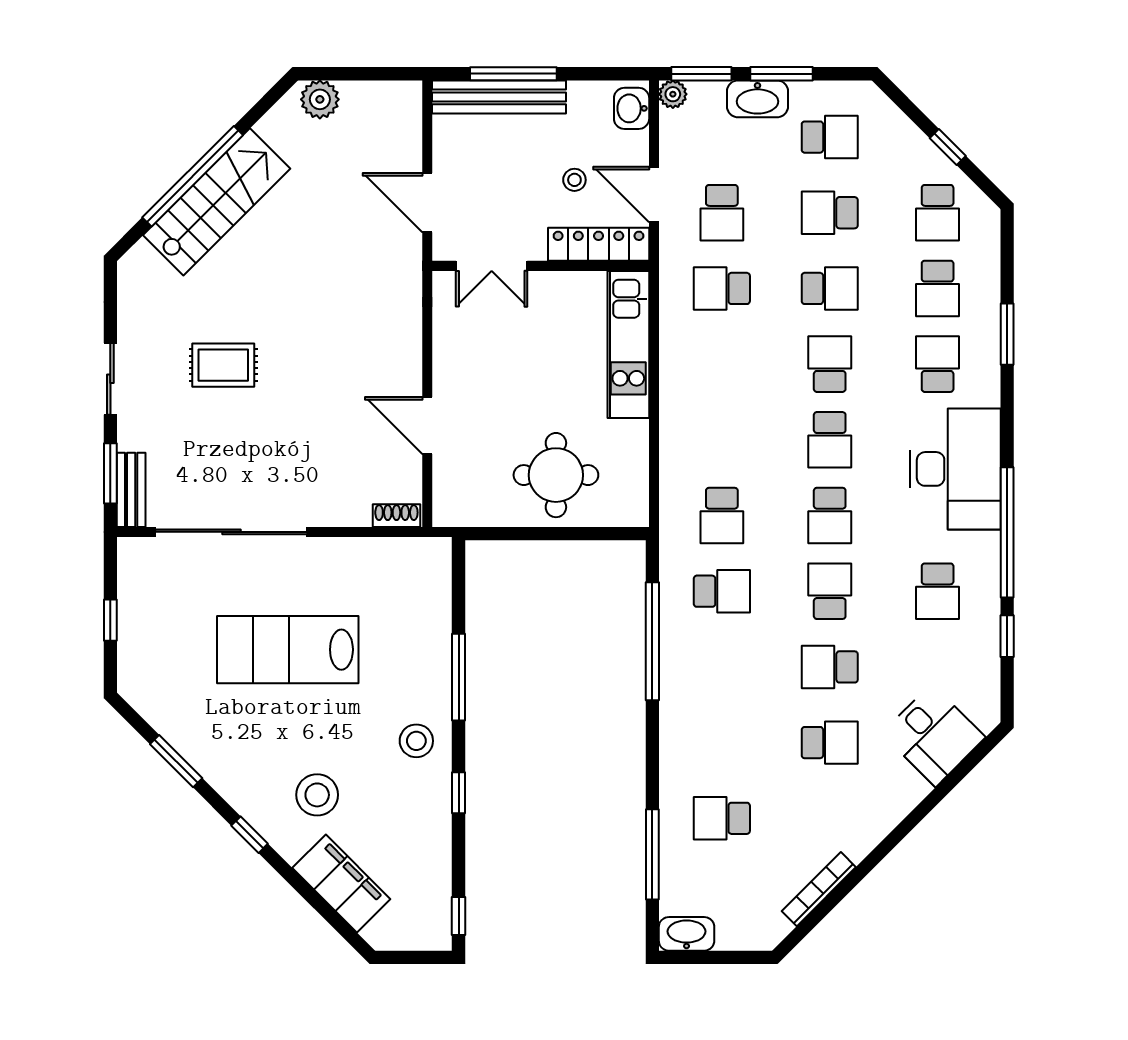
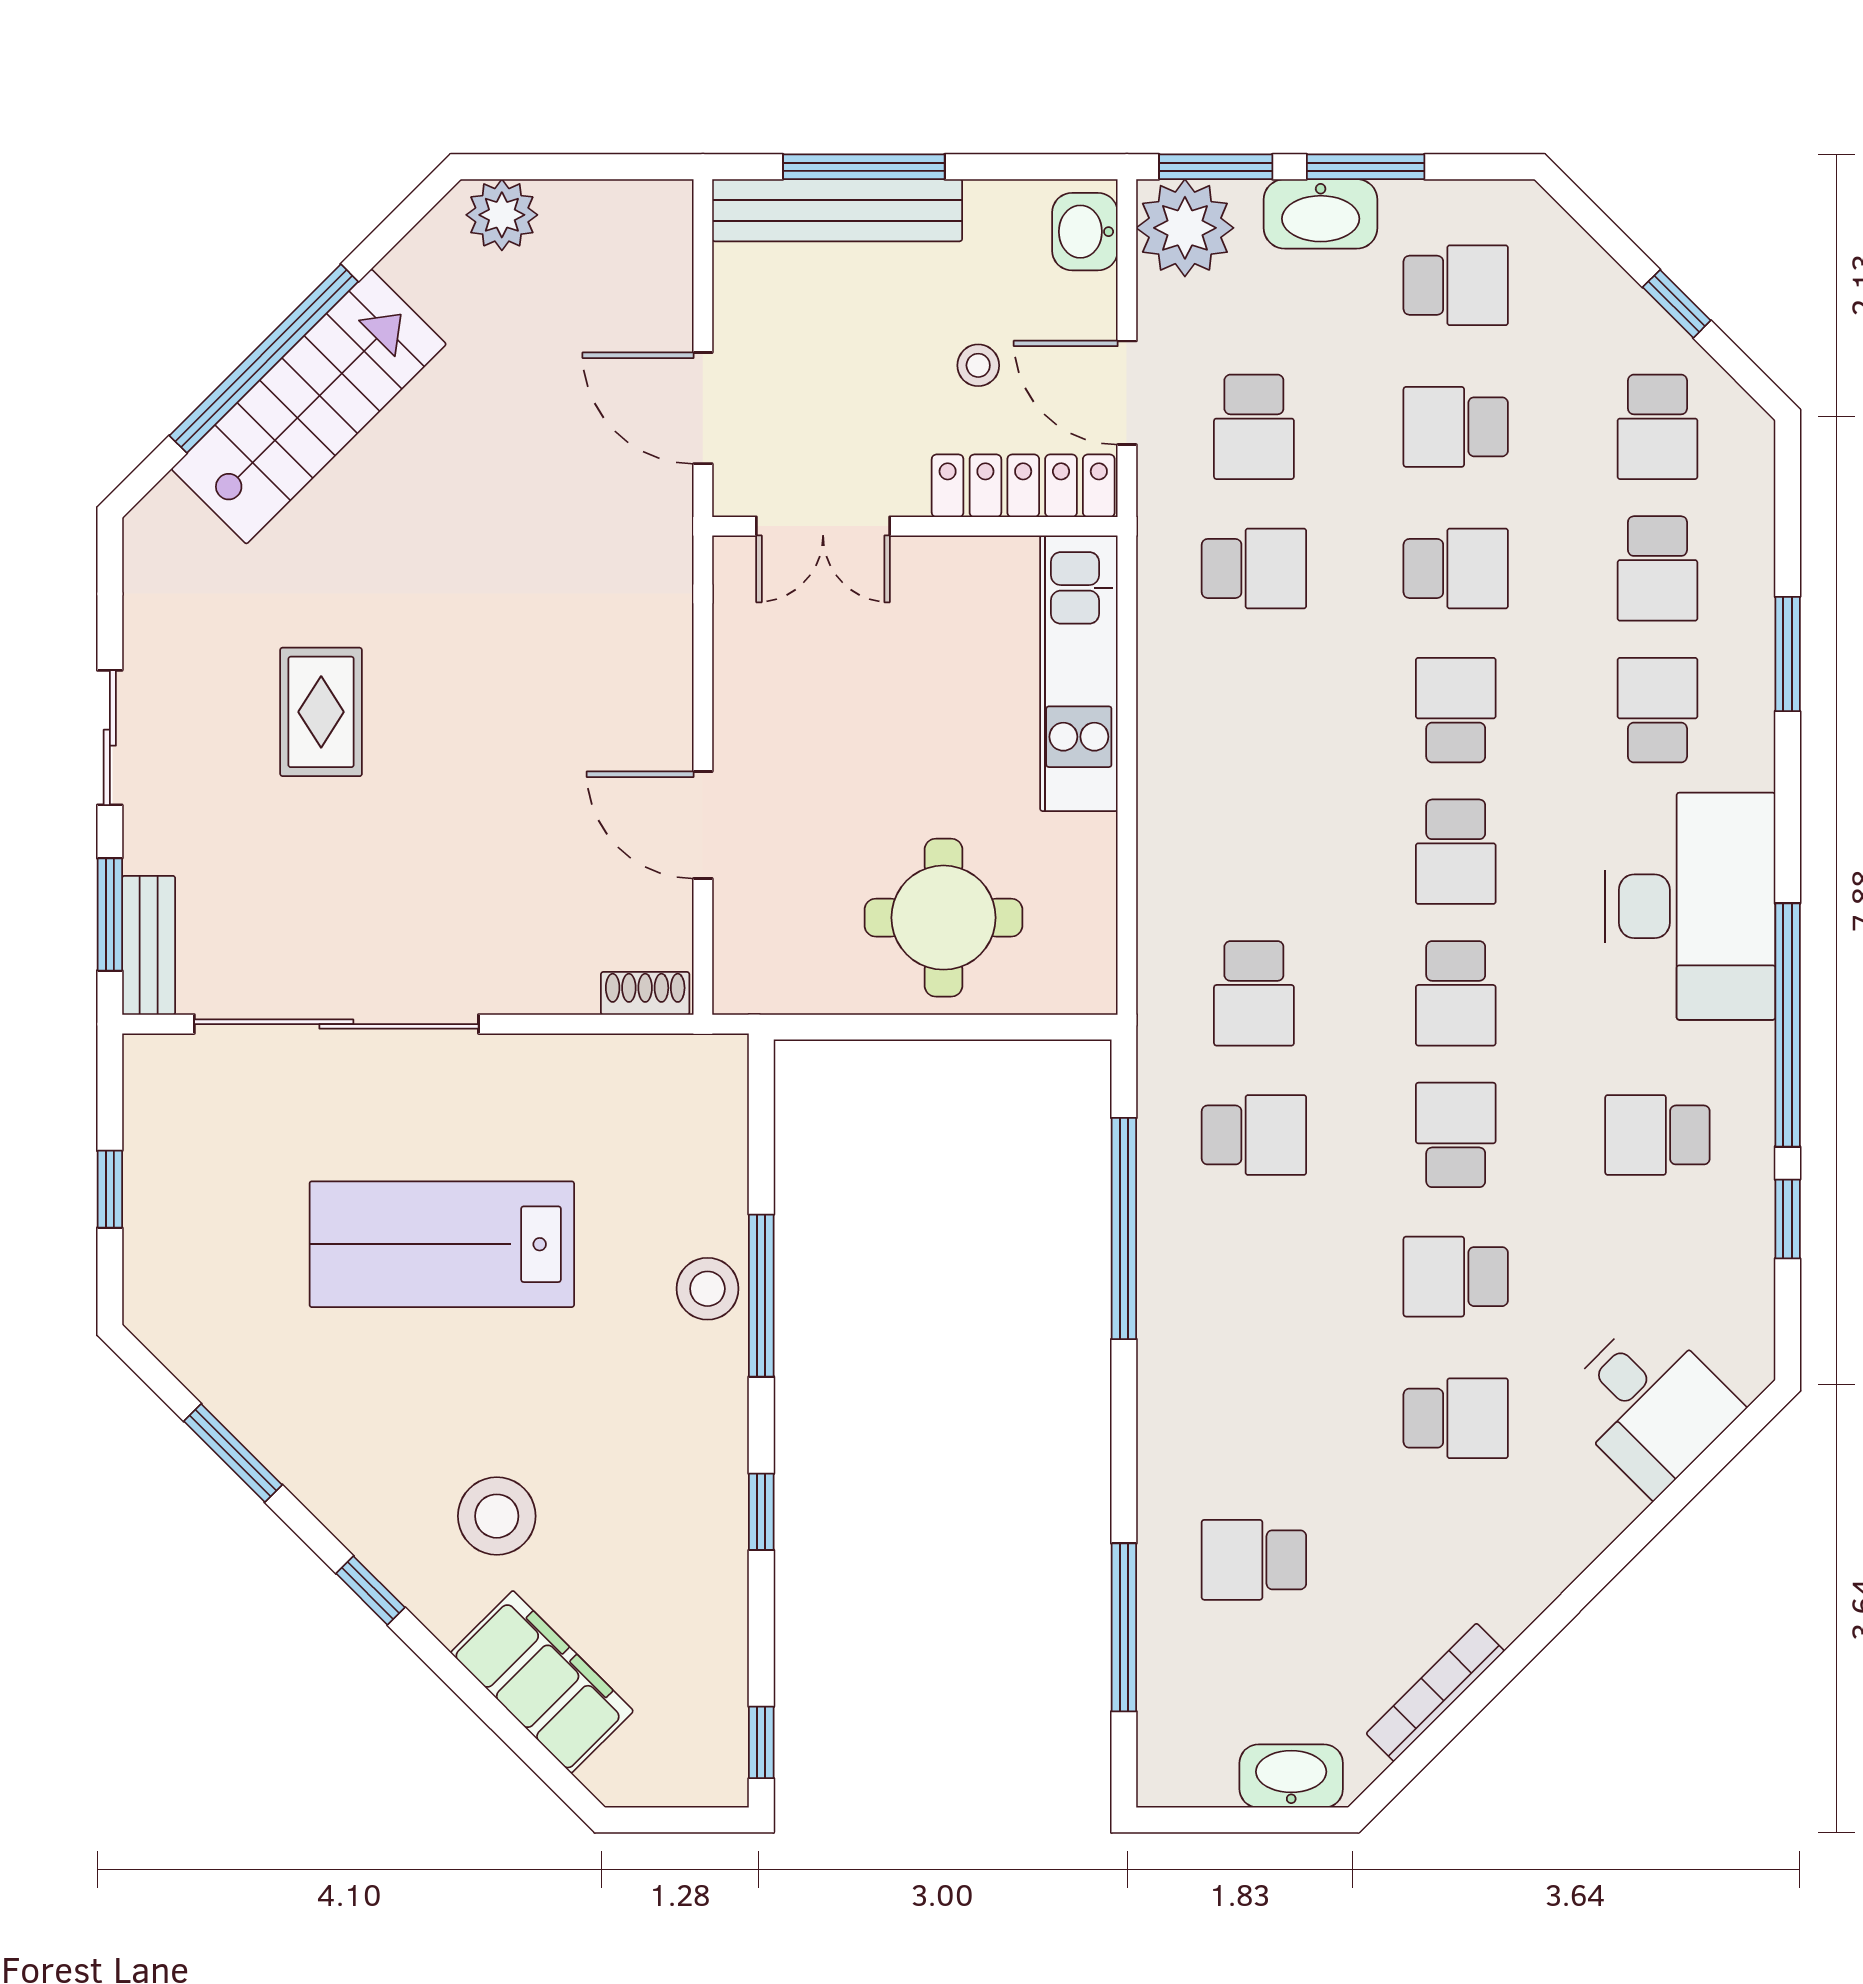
plant: (673, 94) -> (1185, 228), width x1.88, depth x1.88
school desk: (722, 288) -> (1254, 568), turned 180
rug: (223, 365) -> (321, 712), turned 90
school desk: (938, 591) -> (1657, 1135), turned 90
stool: (416, 741) -> (707, 1289), moved
washbasin: (687, 934) -> (1291, 1776), moved

